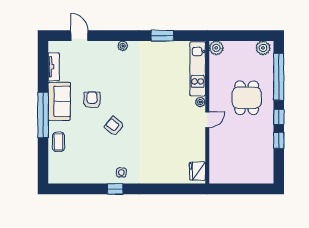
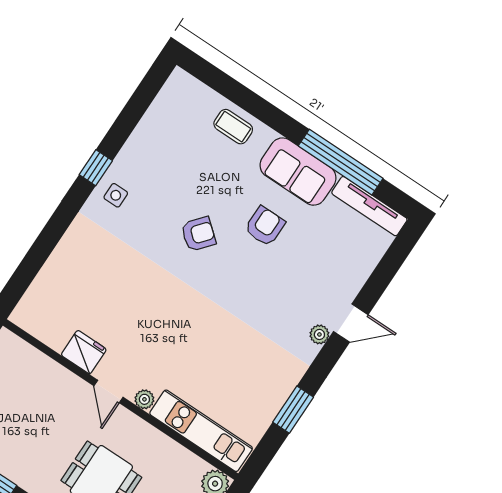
door: (79, 36) -> (351, 323), moved
tv unit: (54, 67) -> (369, 206), width x1.41
armchair: (92, 100) -> (265, 226), turned -90
window: (43, 115) -> (341, 162), moved
fridge: (197, 171) -> (84, 352), moved

